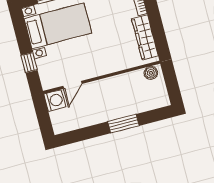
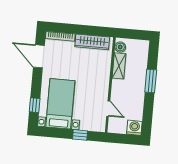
shelving: (128, 79) -> (119, 66), added
washing machine: (55, 100) -> (134, 128), moved

